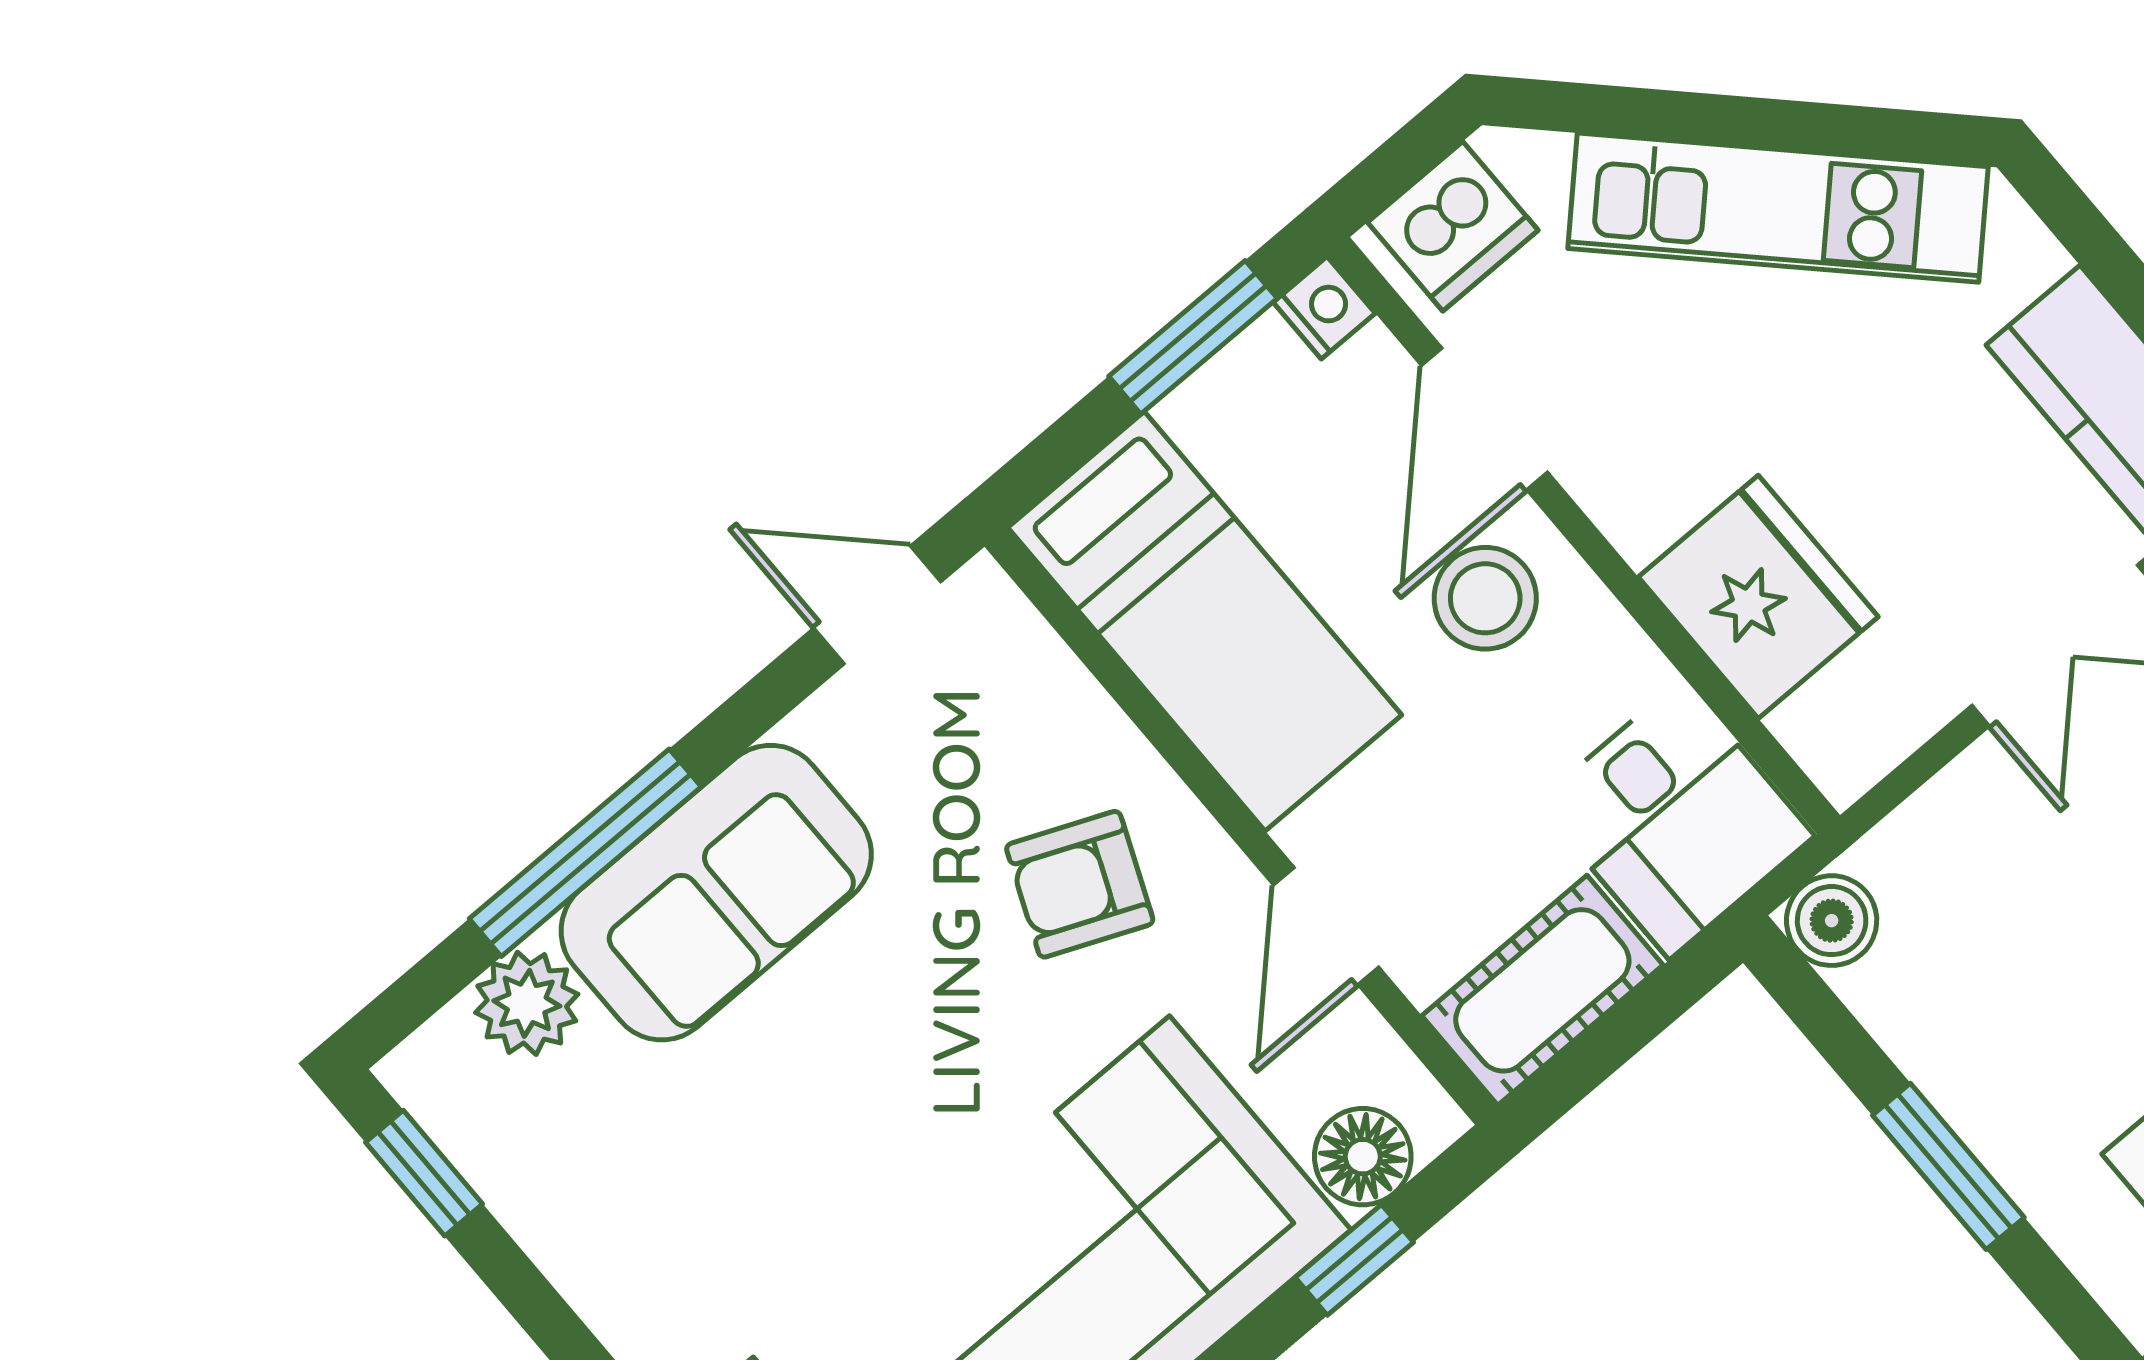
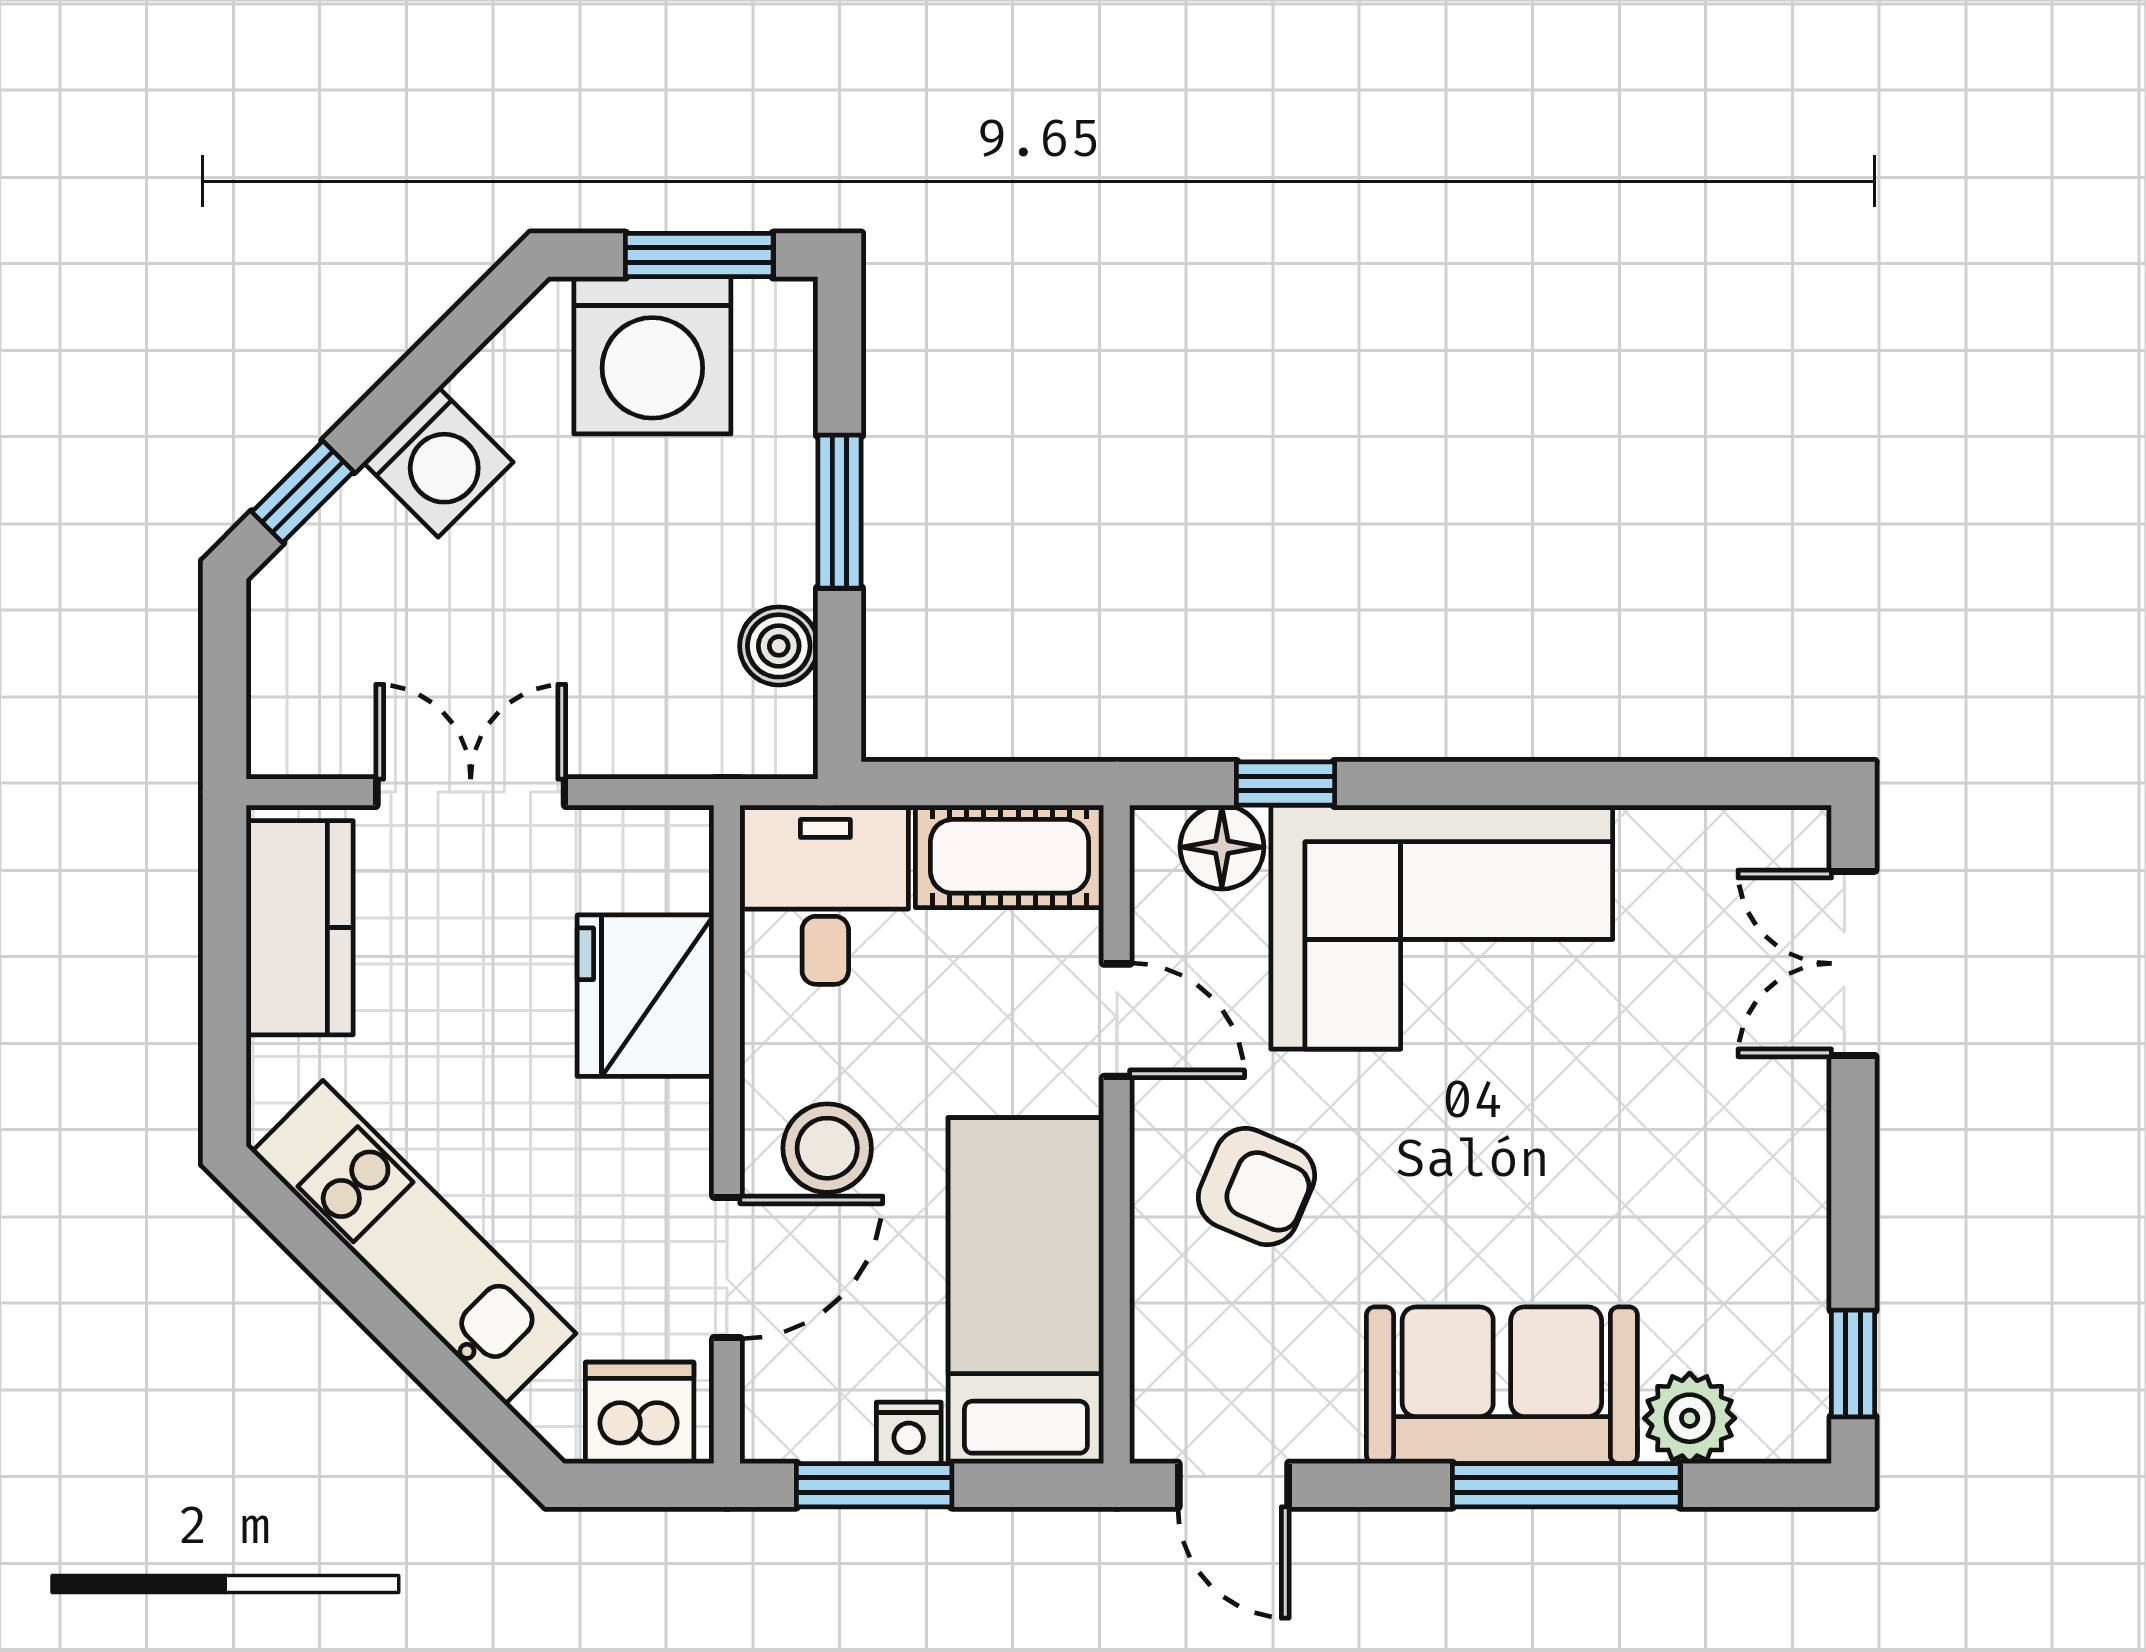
nightstand: (1324, 308) -> (909, 1433), moved, turned -90
boiler: (1832, 921) -> (779, 646), moved
door: (1326, 926) -> (1117, 1020), hinge flipped

